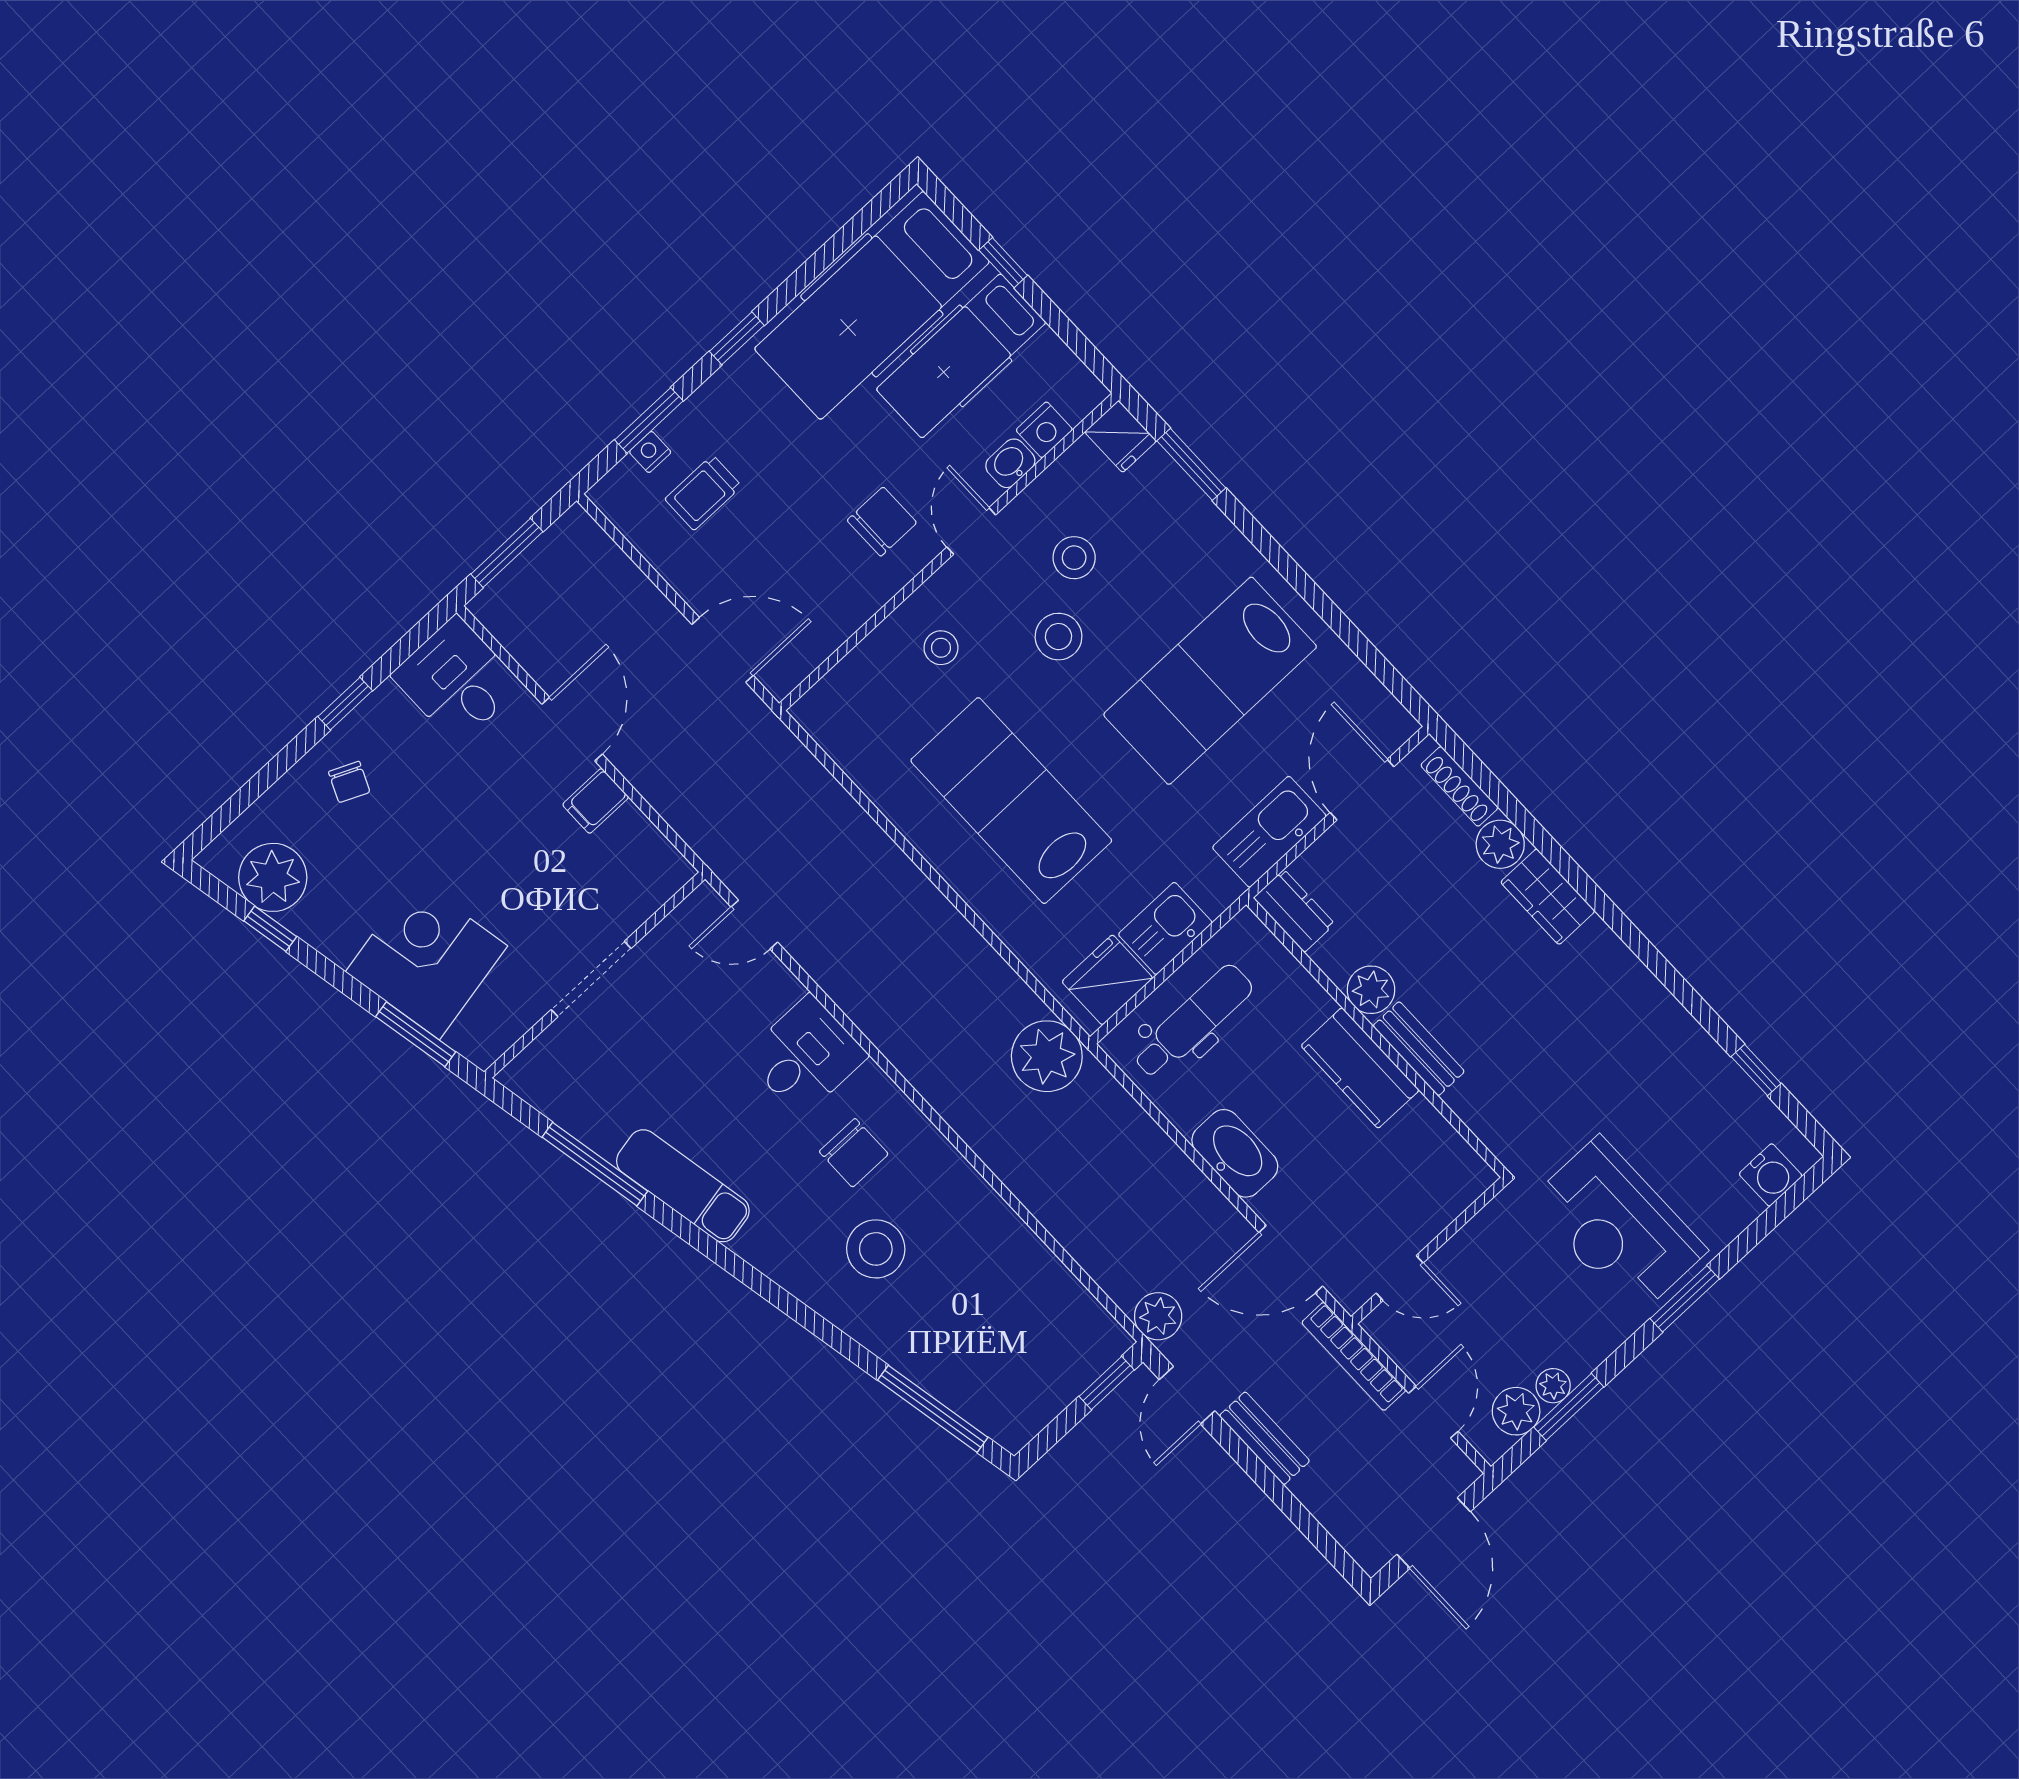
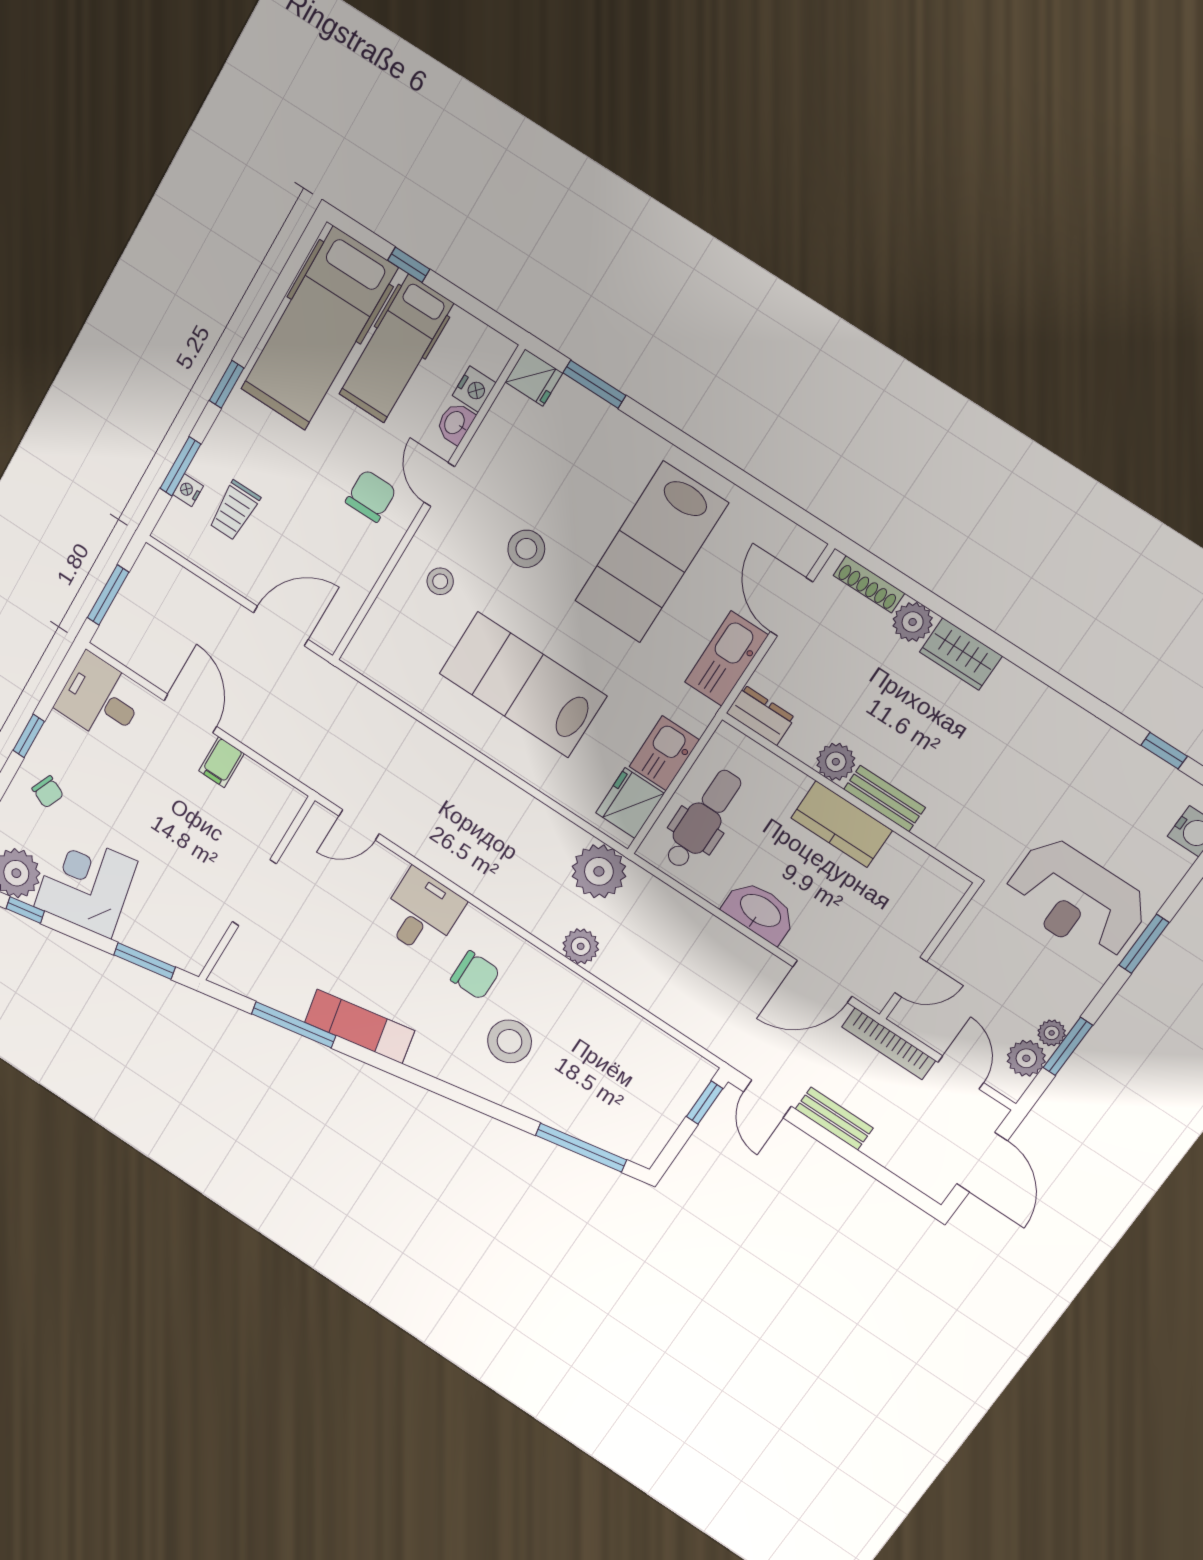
stool: (1074, 558) -> (523, 484), removed
corner desk: (426, 959) -> (86, 884), moved
plant: (1158, 1316) -> (581, 946), moved

